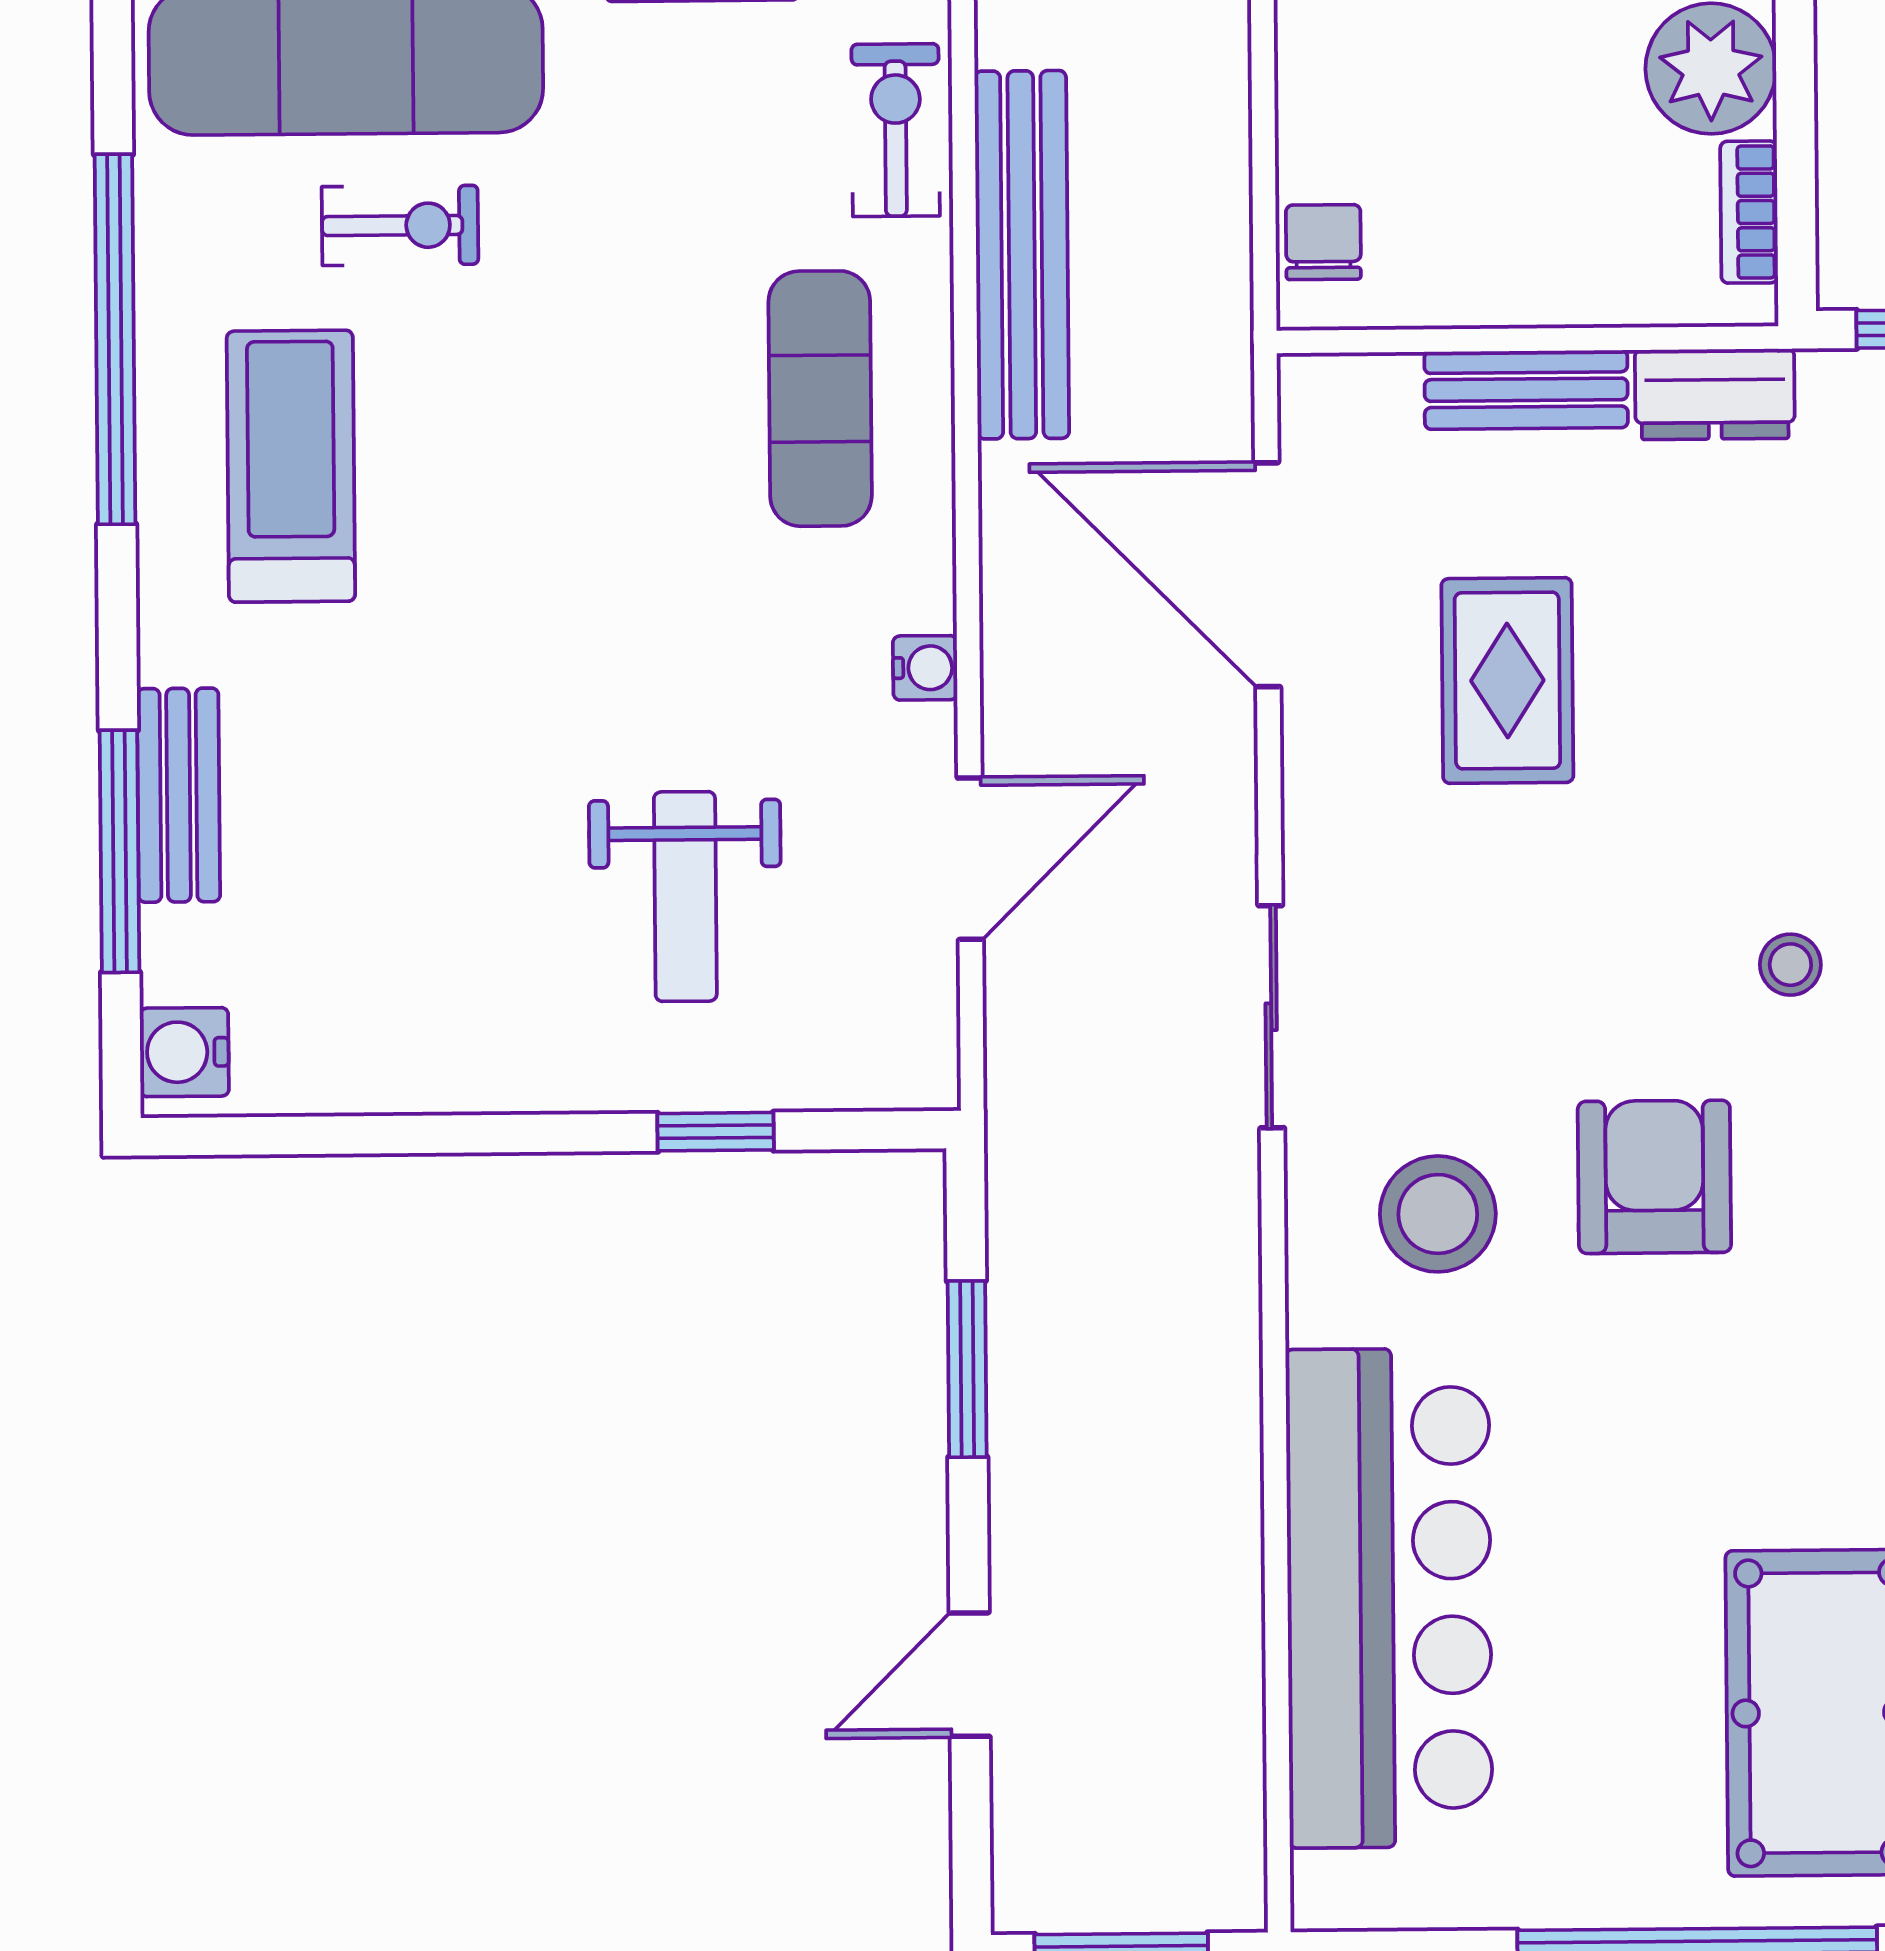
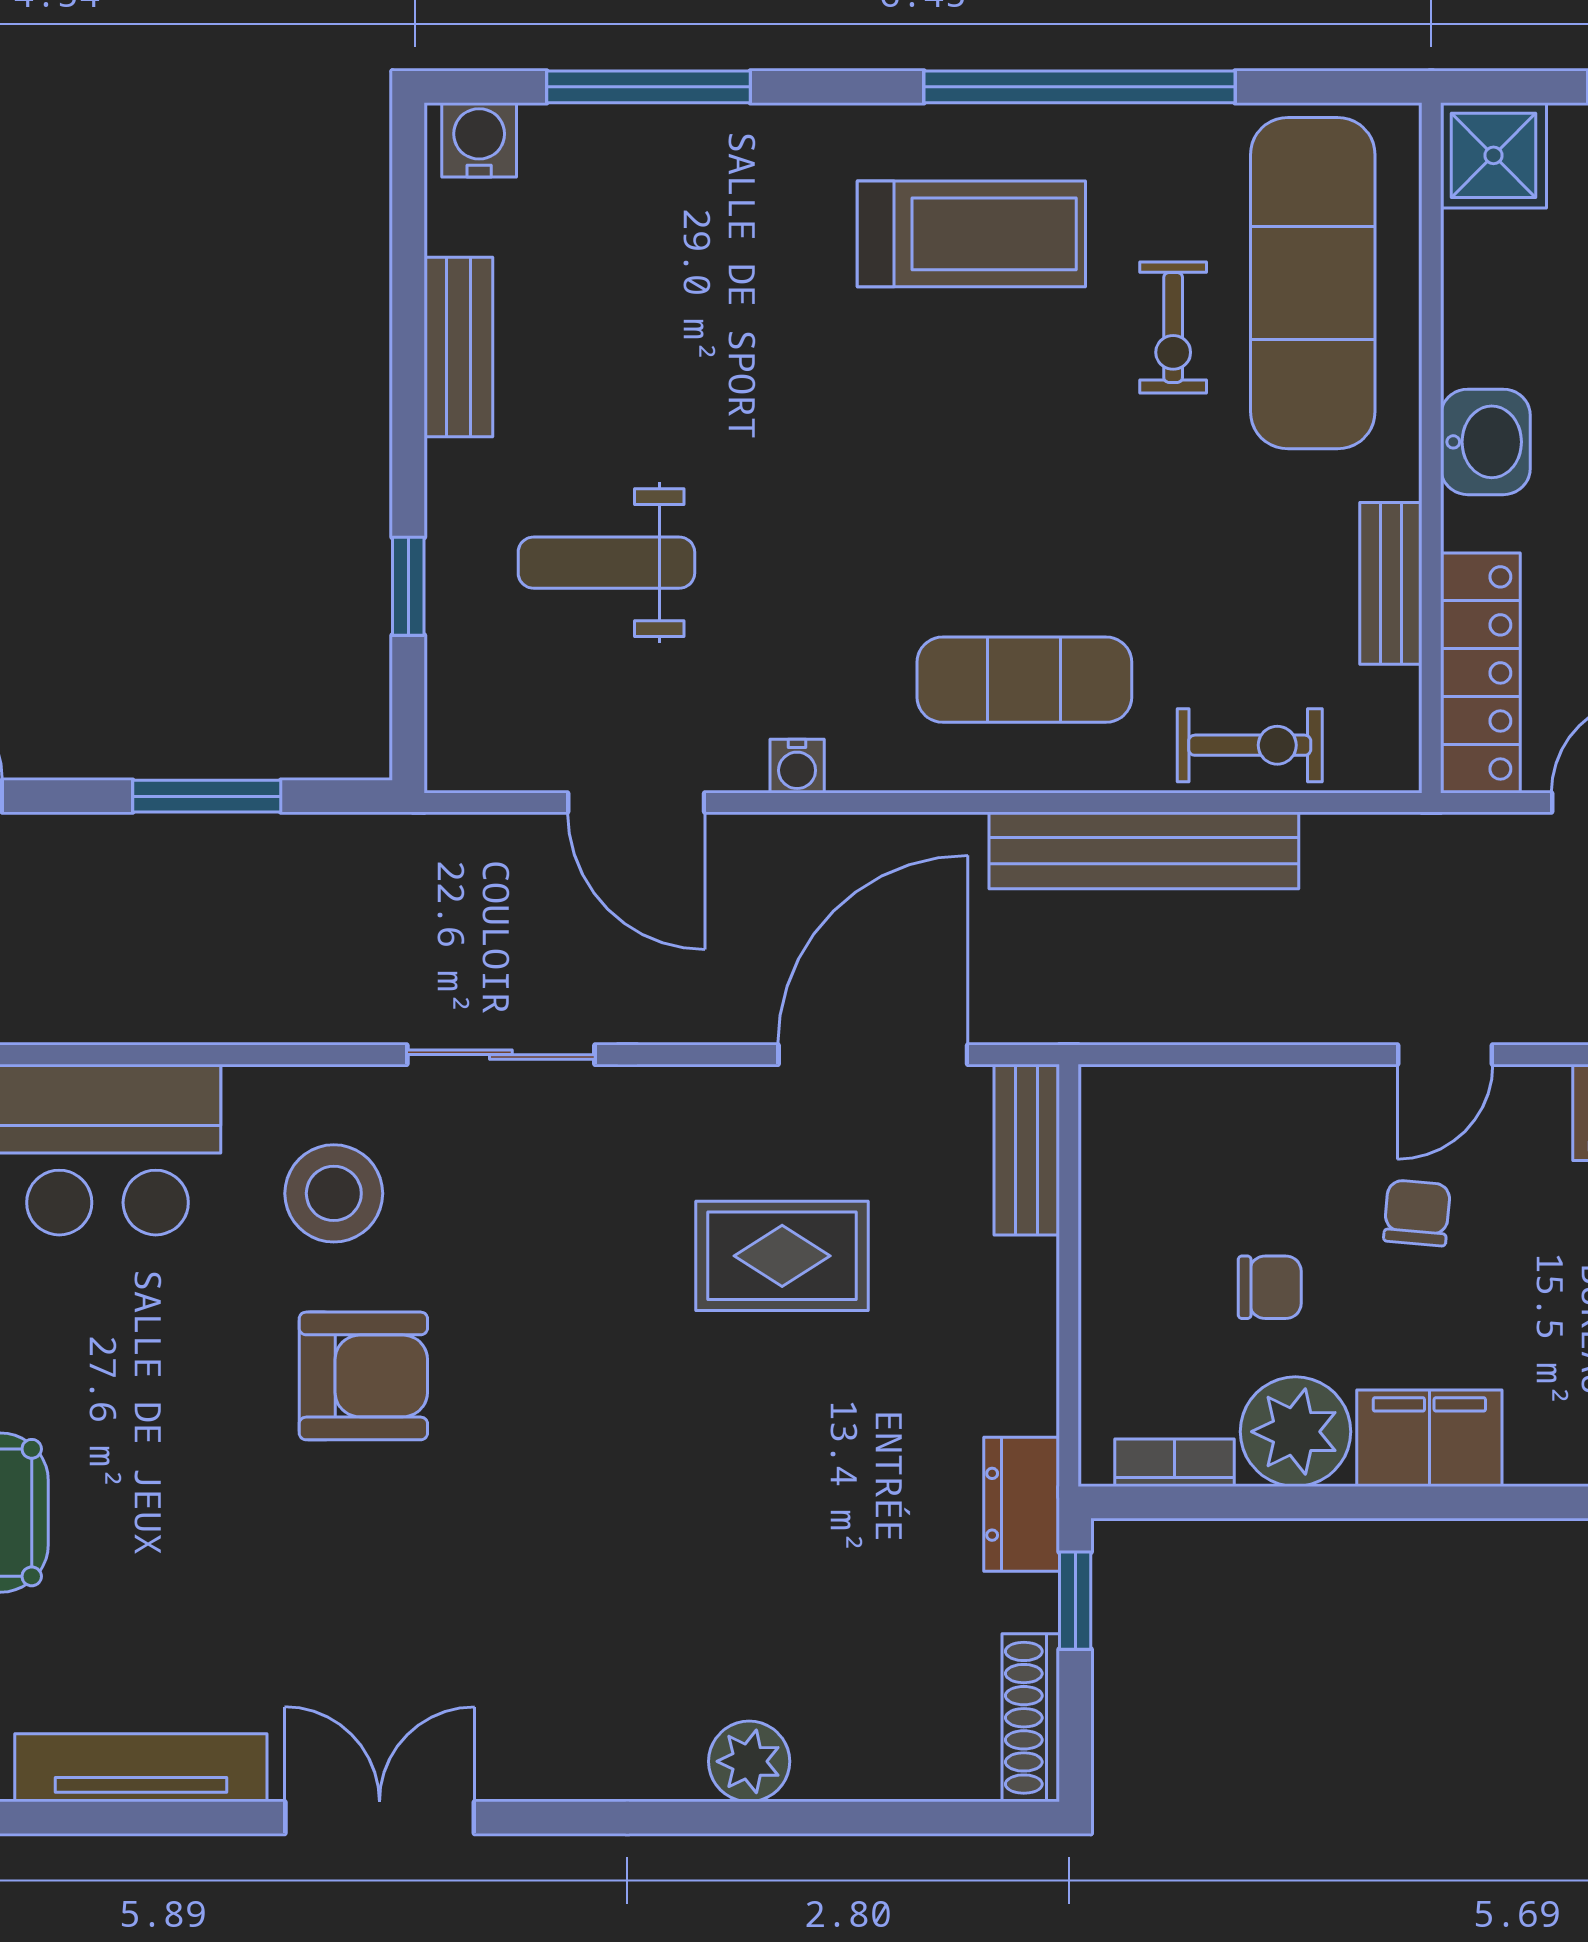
chair: (1323, 242) -> (1270, 1287), moved
bench: (1526, 390) -> (1027, 1150), moved
dresser: (1715, 394) -> (1022, 1504), moved
bench: (179, 795) -> (458, 347), moved, turned 90
stool: (1790, 965) -> (541, 1492), removed

